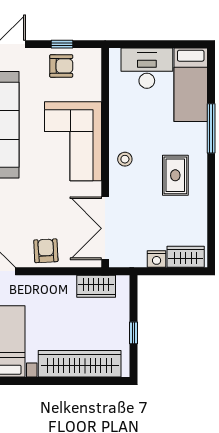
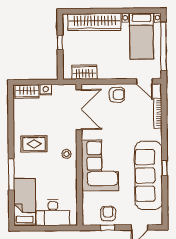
armchair: (61, 66) -> (108, 214), turned 90
rug: (175, 175) -> (34, 144), turned 90
armchair: (46, 251) -> (117, 95), turned -87

